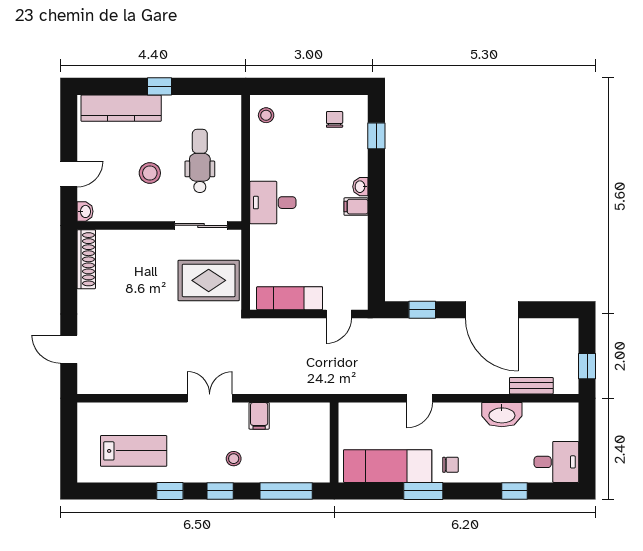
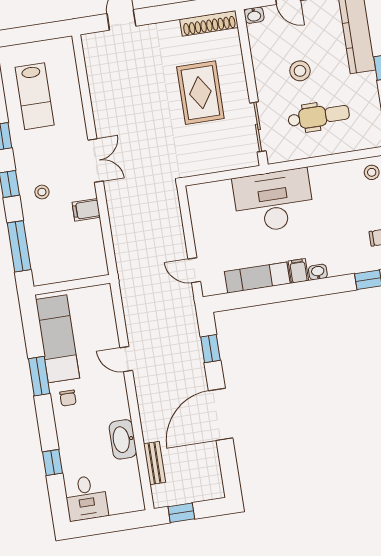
desk: (273, 203) -> (273, 201), width x1.87, depth x1.30
rug: (209, 280) -> (200, 93), moved
exam couch: (290, 298) -> (257, 278), moved, turned -90

